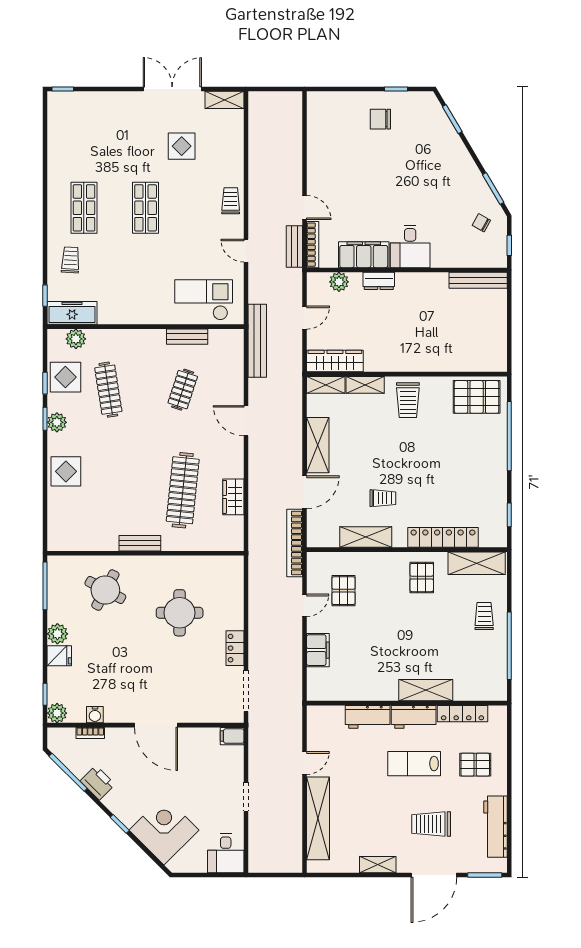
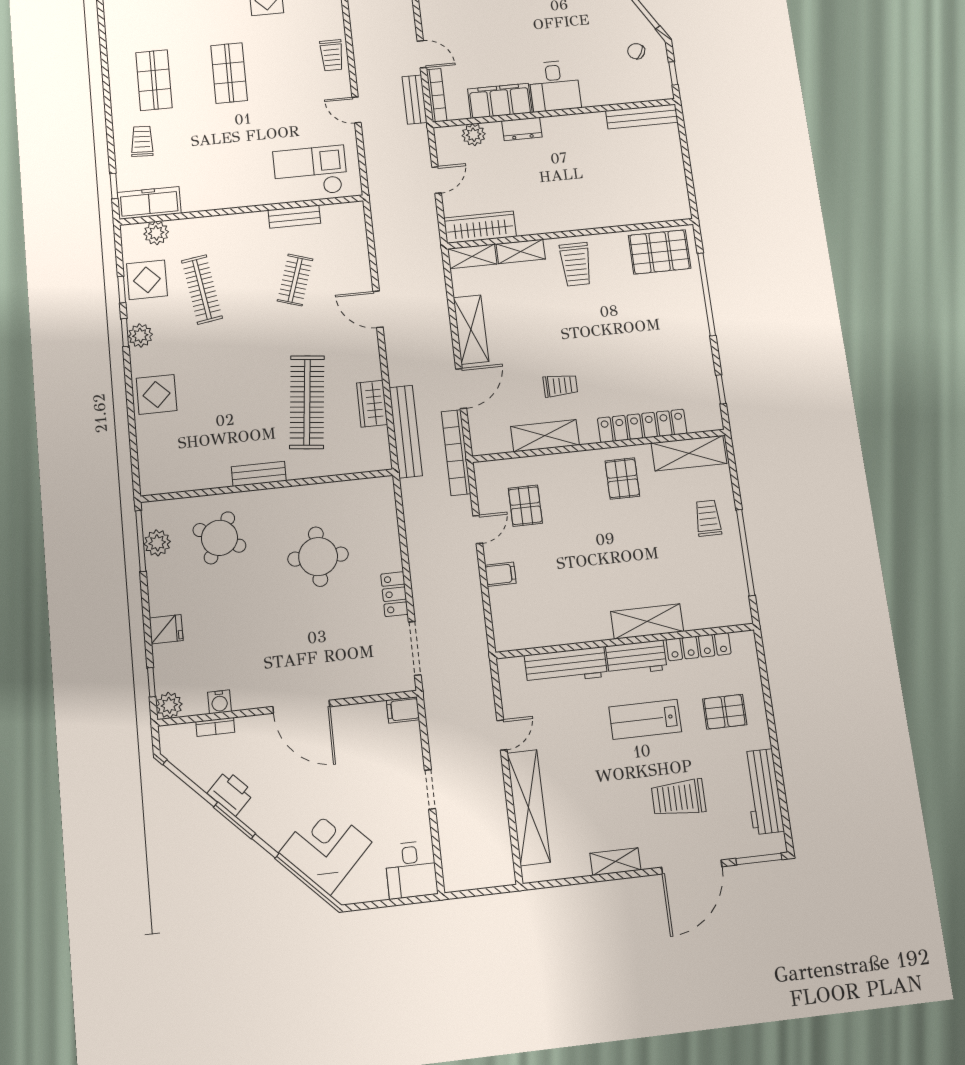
trolley: (231, 201) -> (332, 55), turned 180
bench: (257, 341) -> (406, 432), moved
plant: (57, 634) -> (157, 543), moved
filing cabinet: (318, 650) -> (500, 574), width x0.50
workbench: (368, 717) -> (566, 666), width x1.38

